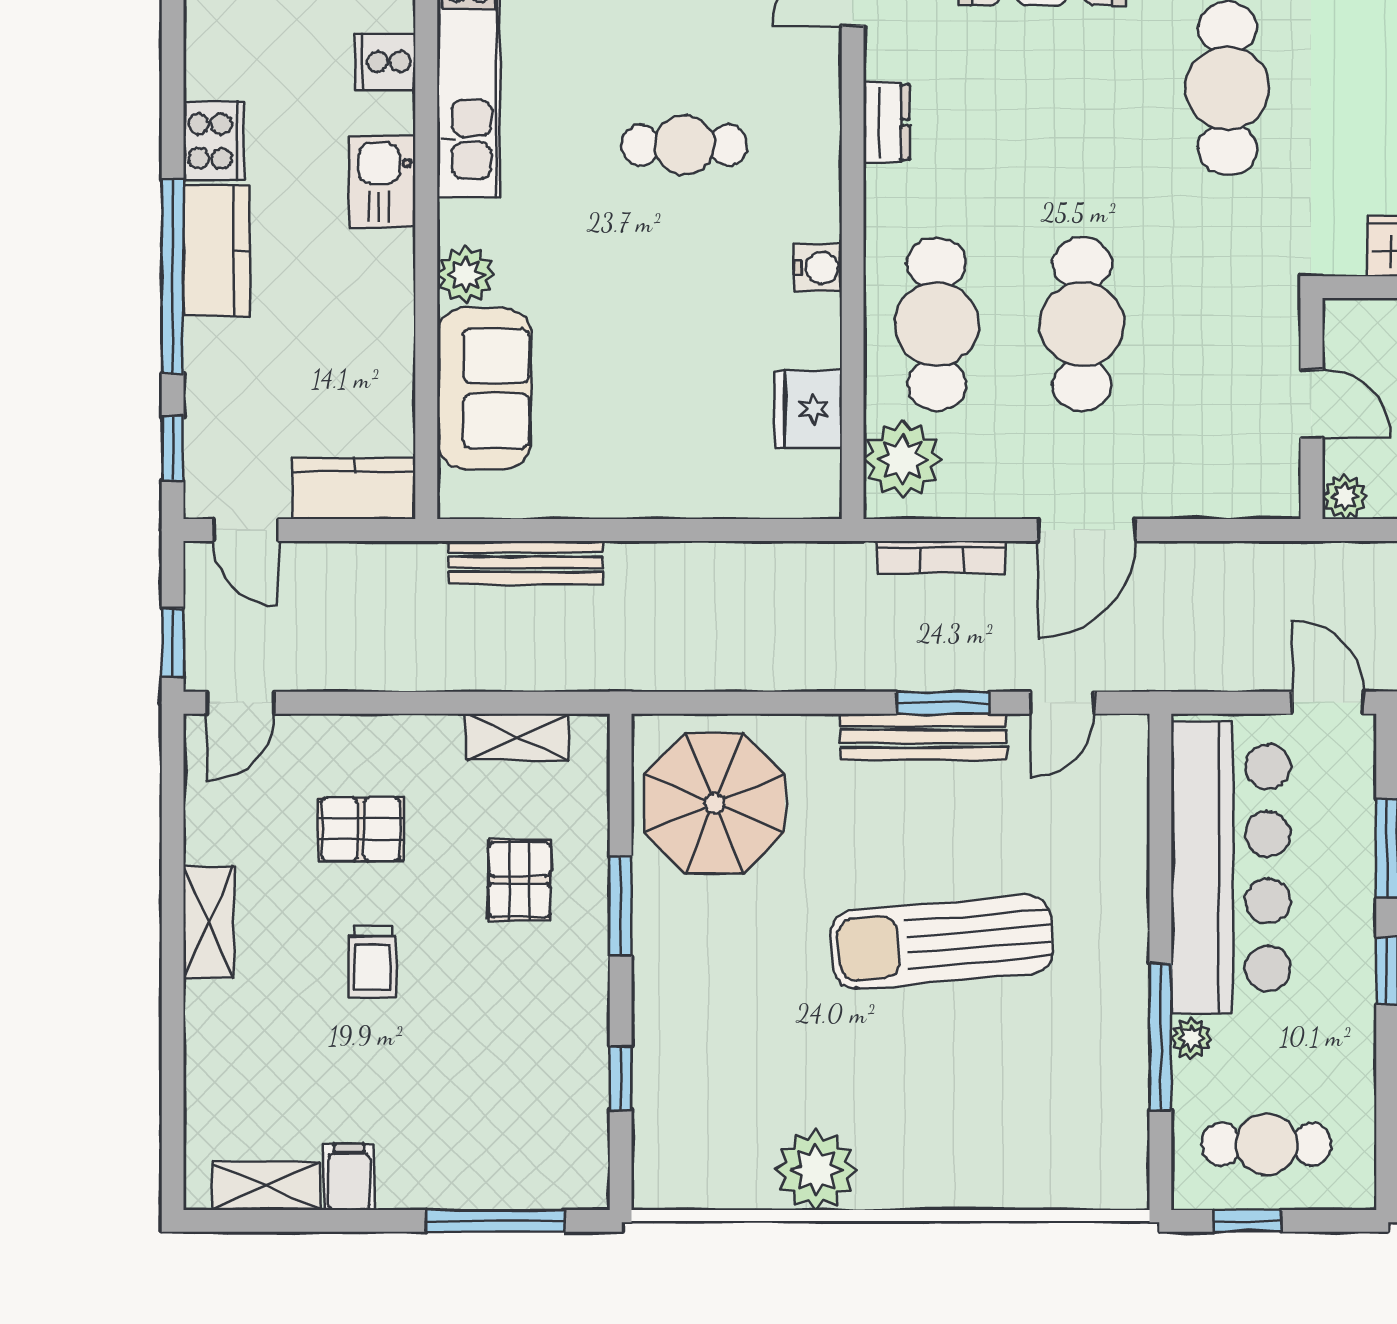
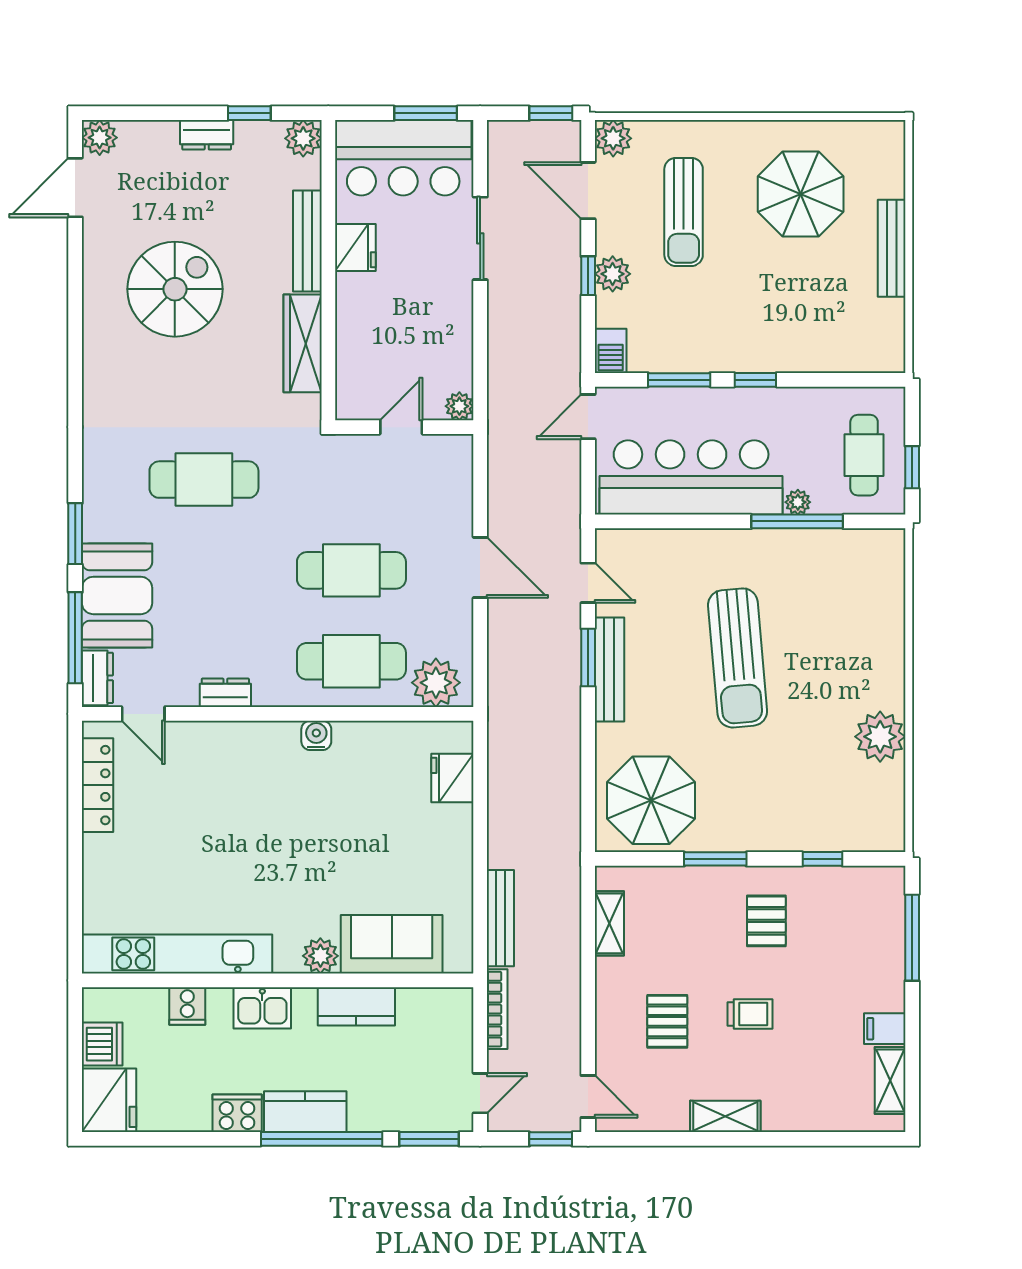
cafe table: (684, 145) -> (239, 819), removed
fridge: (808, 409) -> (452, 778), moved, turned 90
window: (173, 448) -> (429, 1139), width x1.50
kitchen counter: (354, 488) -> (356, 1006), moved, turned -90
bookcase: (941, 557) -> (497, 1009), moved
pallet: (520, 880) -> (766, 921), moved, turned 90

